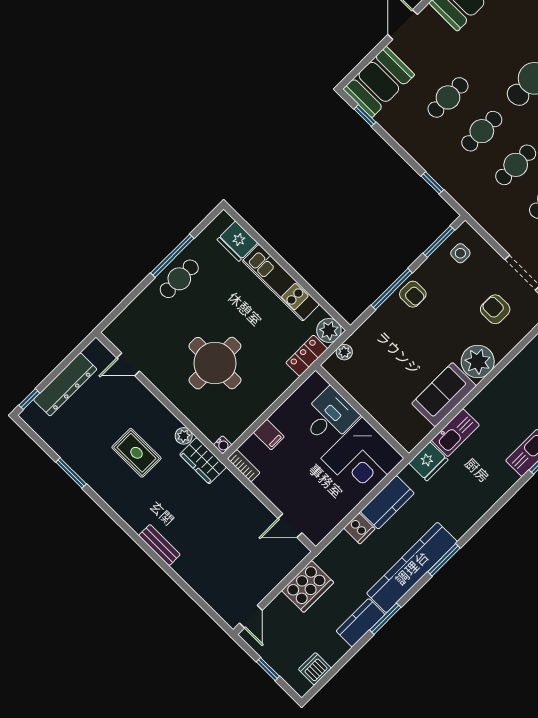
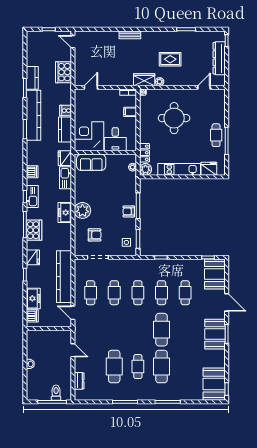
freezer: (506, 384) -> (65, 213), added
sofa: (444, 395) -> (91, 162), moved, turned 90
dishwasher: (315, 669) -> (32, 172), moved

